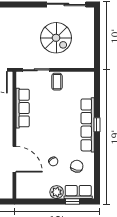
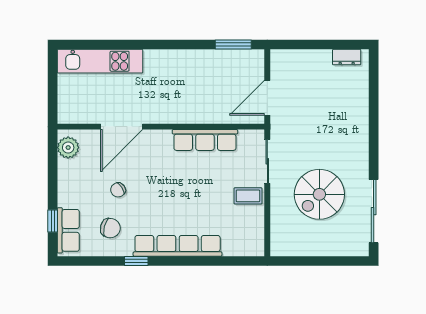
window: (97, 125) -> (136, 261), moved
plant: (57, 192) -> (68, 148), moved

